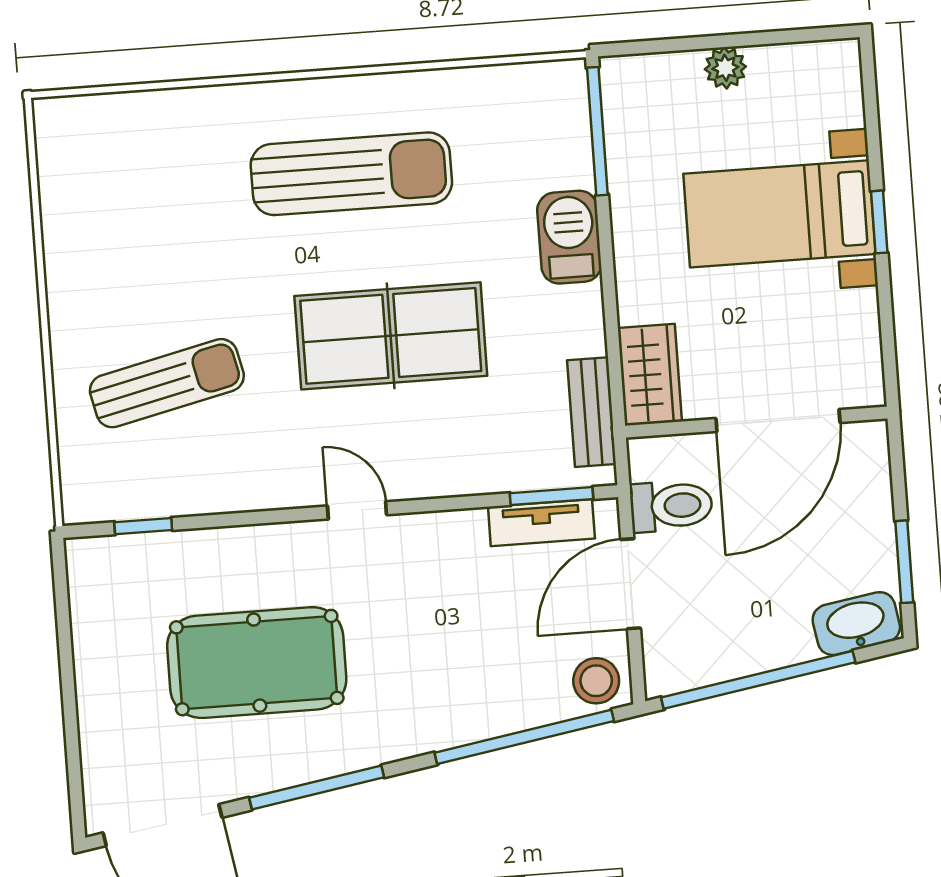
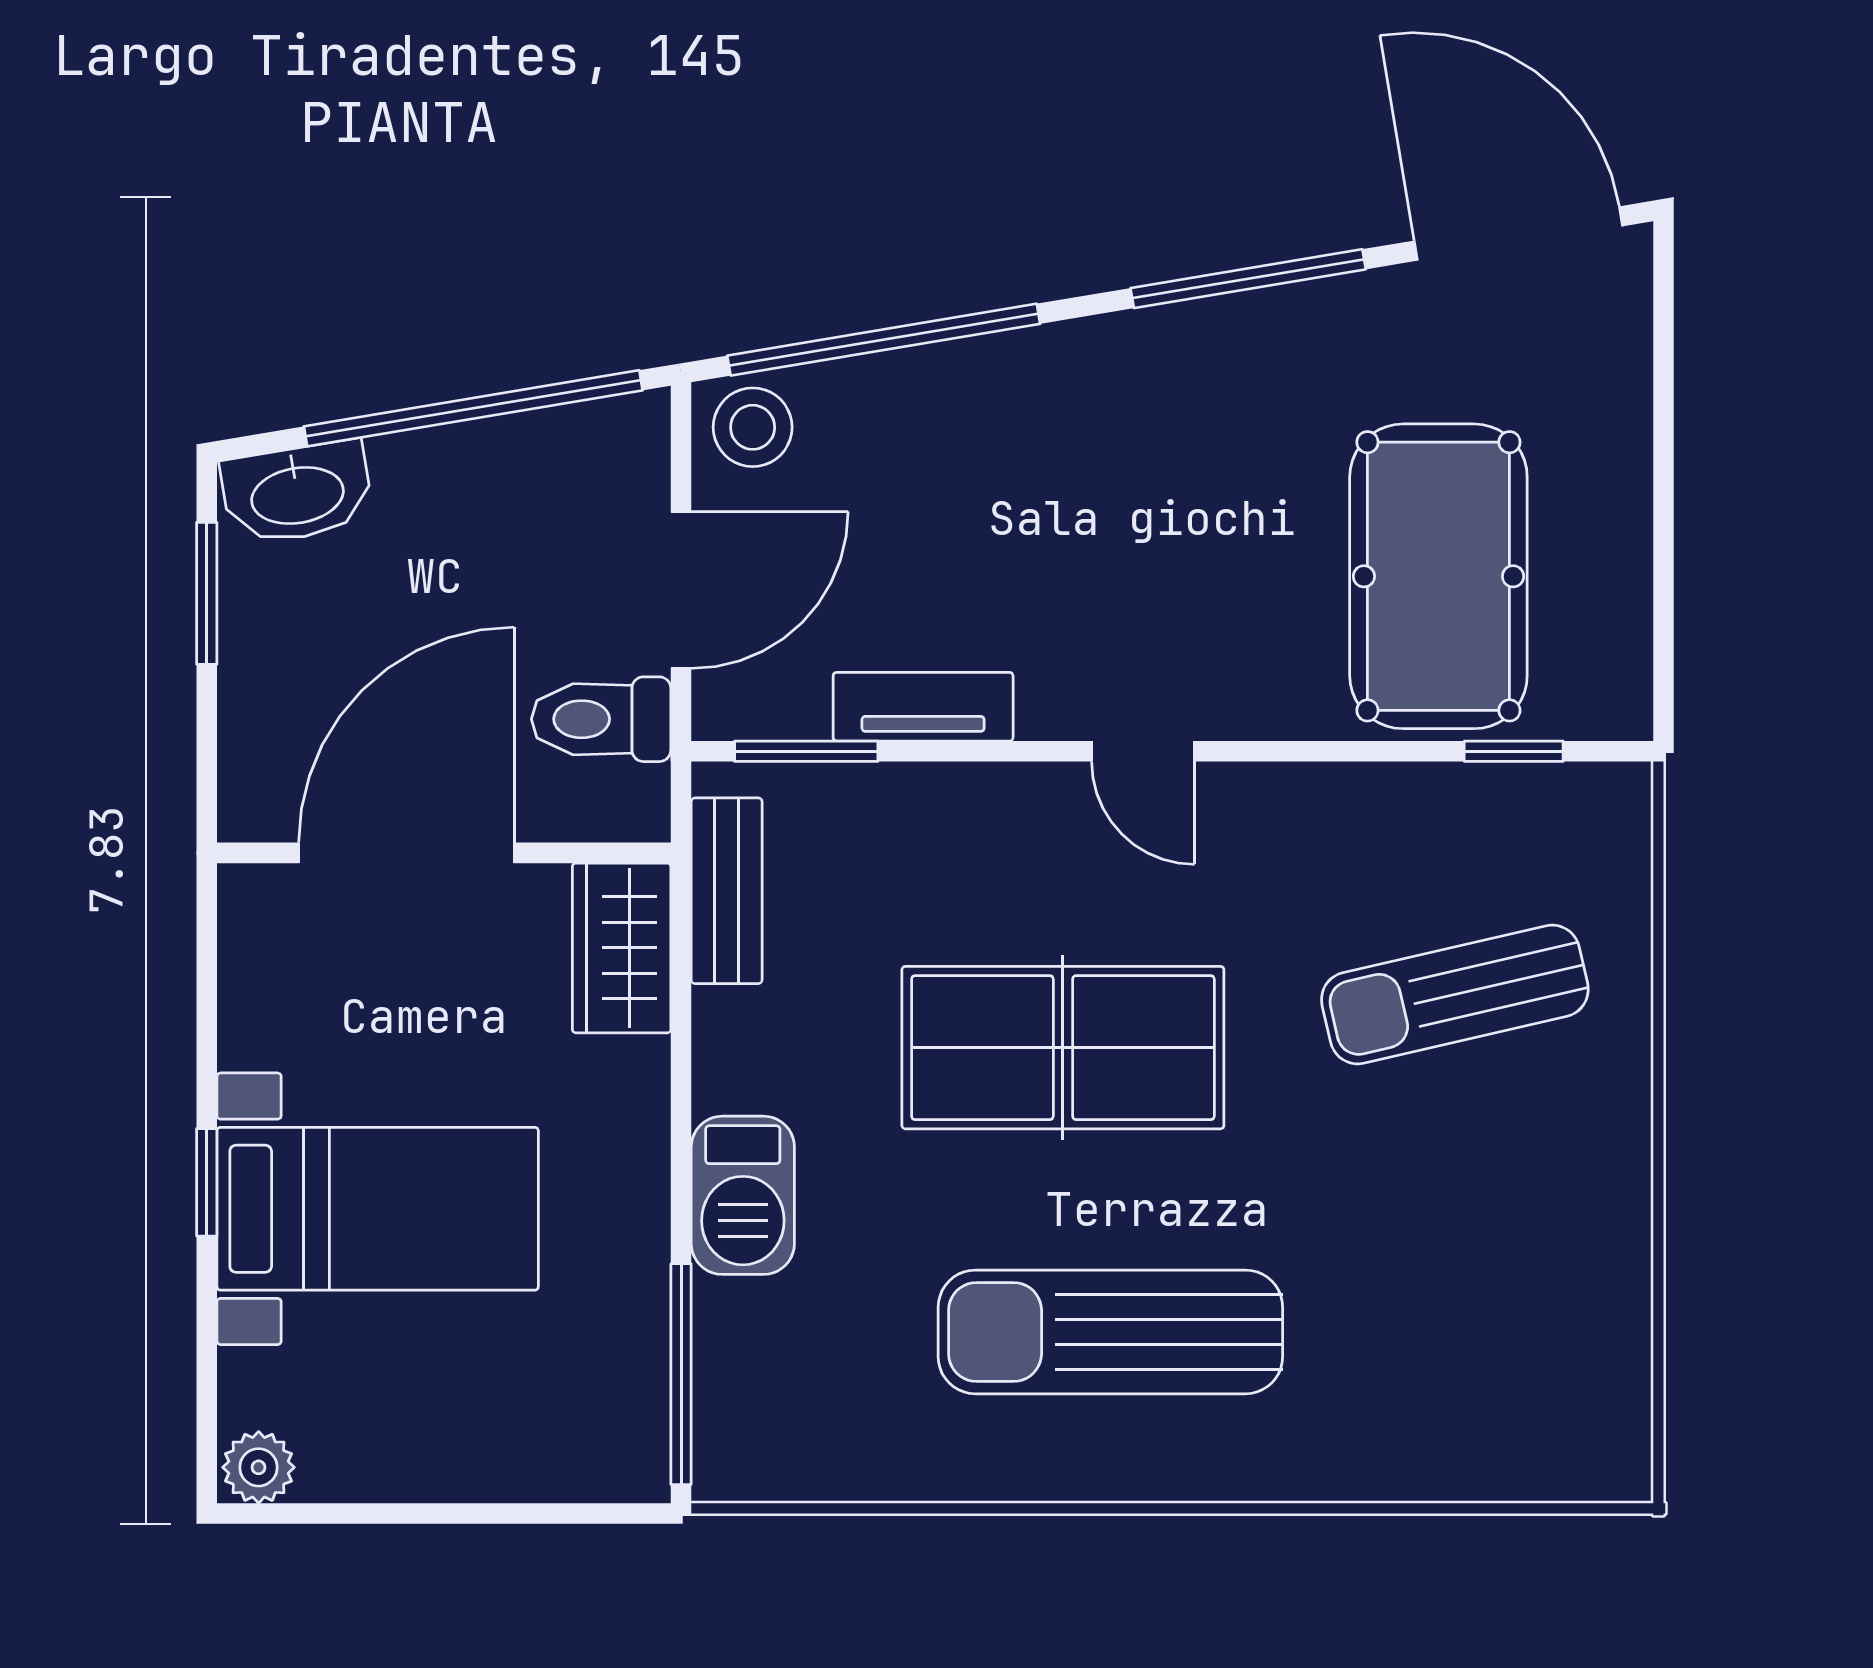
plant: (725, 68) -> (259, 1467), moved
tv unit: (541, 523) -> (923, 707), moved
pool table: (257, 663) -> (1438, 576), moved, turned 90

